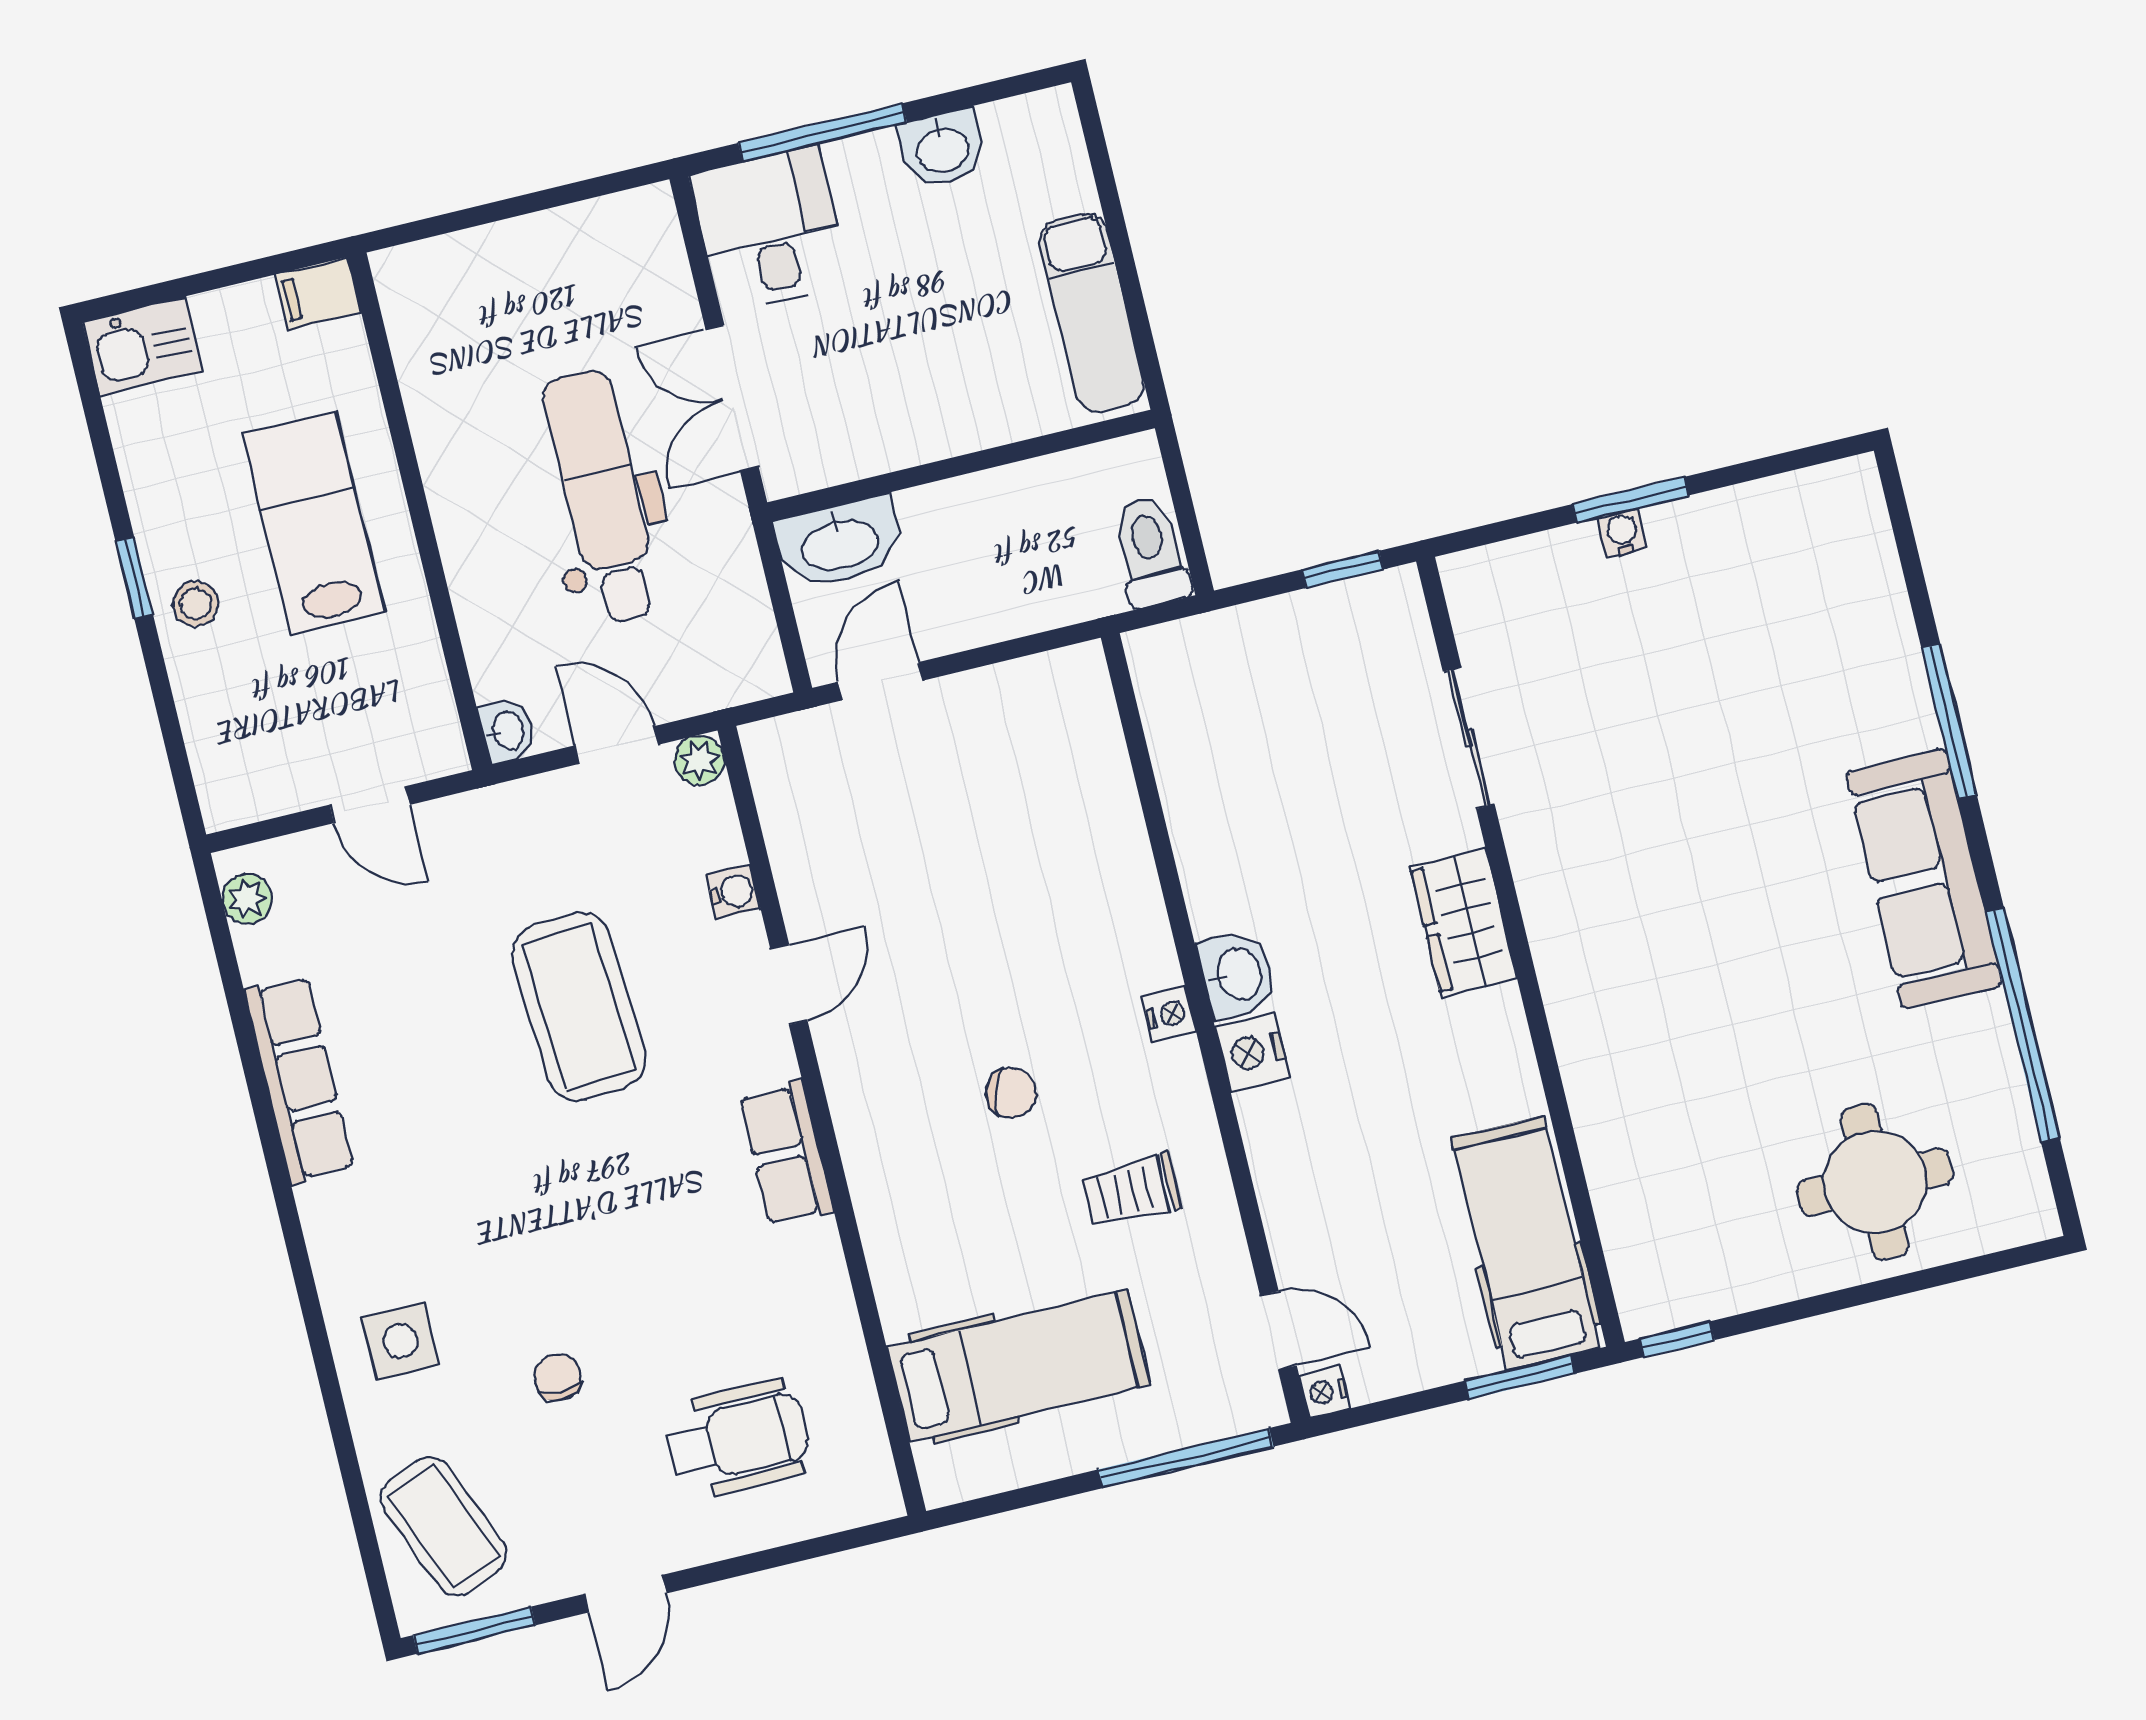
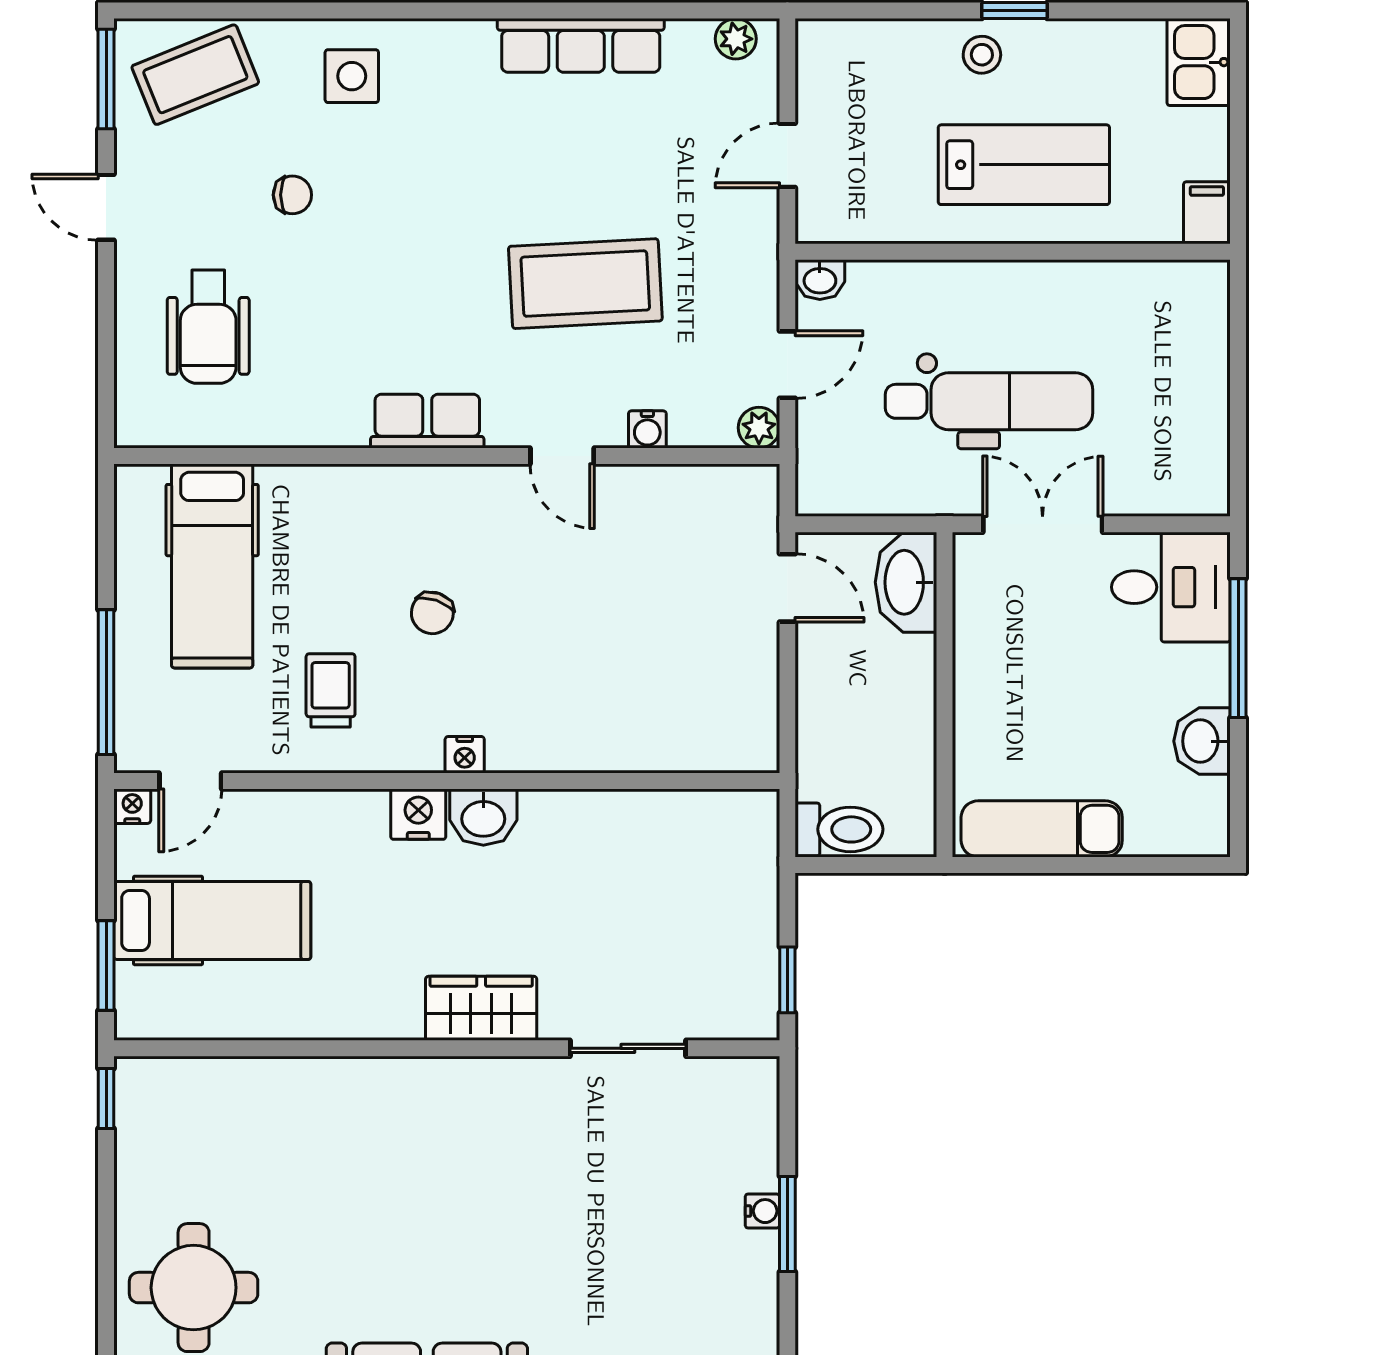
hospital bed: (1526, 1243) -> (212, 920), moved

